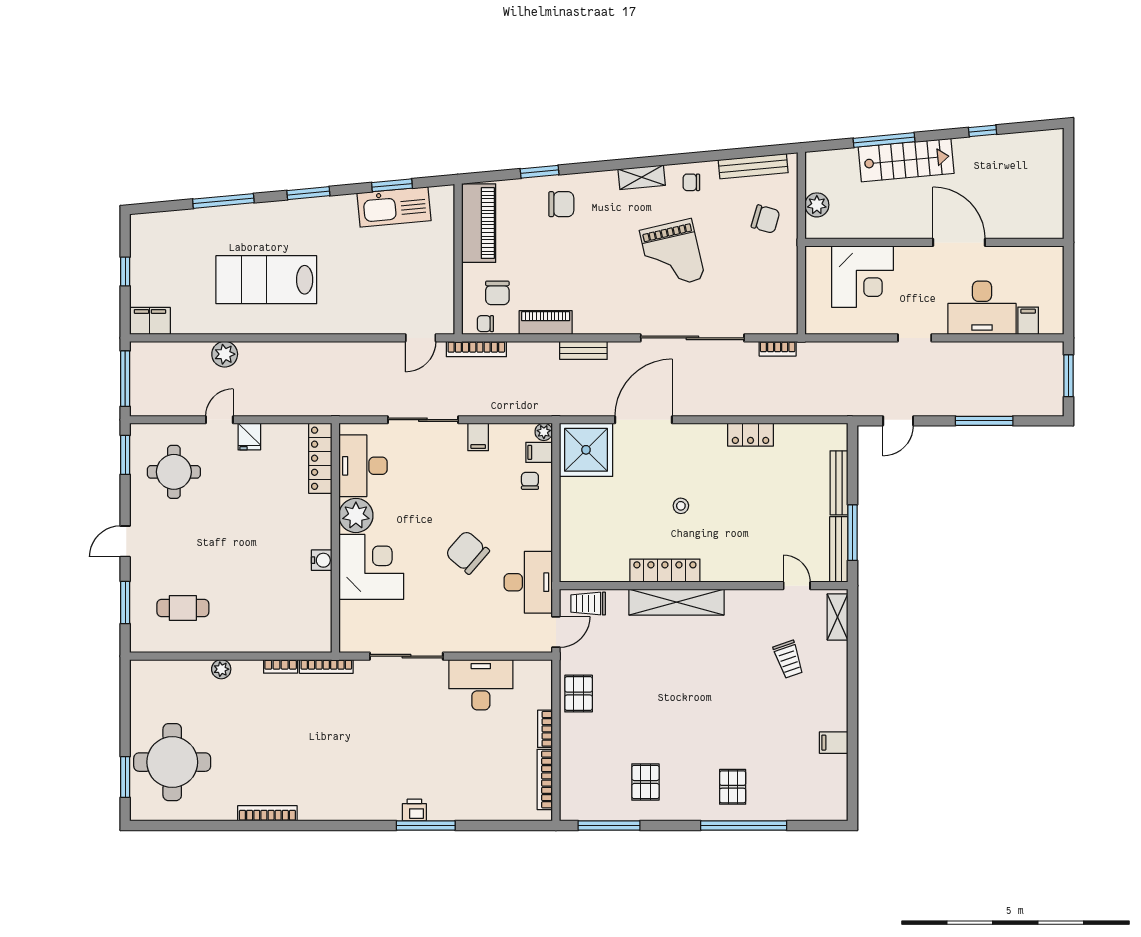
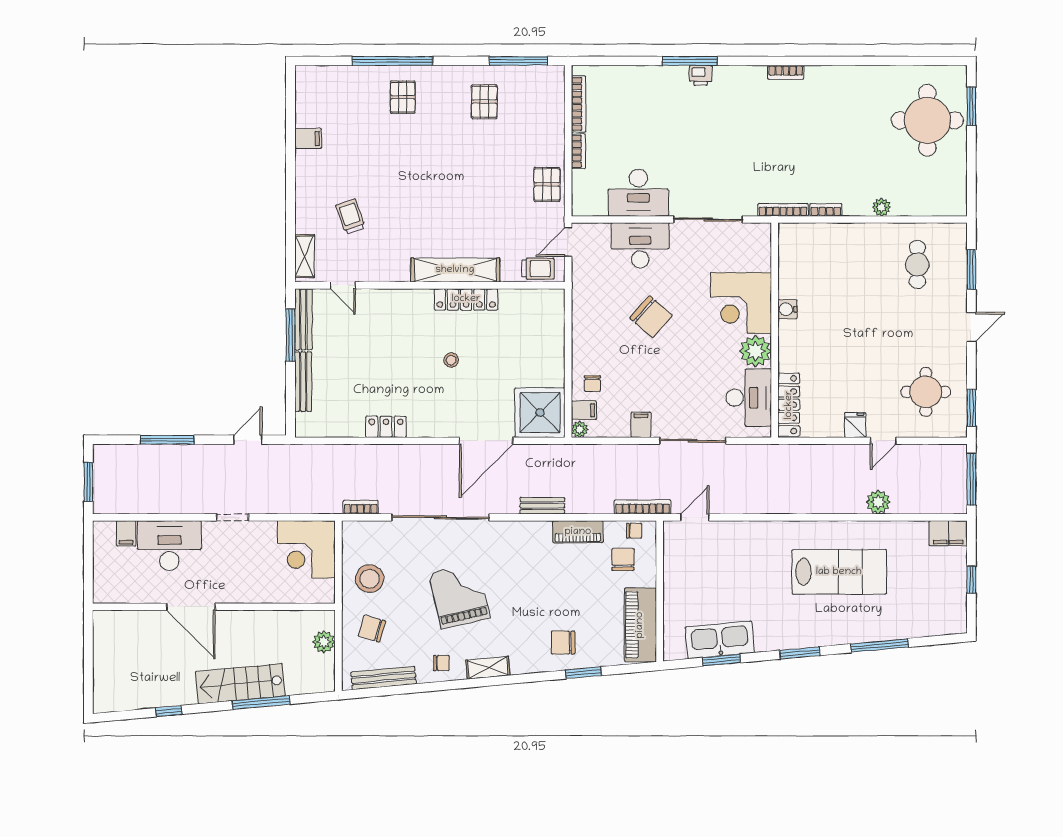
stool: (768, 272) -> (370, 579), added
corner desk: (863, 277) -> (306, 549), moved, turned -90
desk: (528, 582) -> (640, 245), moved, turned 90
cafe table: (183, 608) -> (917, 265), turned 90
bookcase: (267, 813) -> (786, 72), moved, width x0.64

